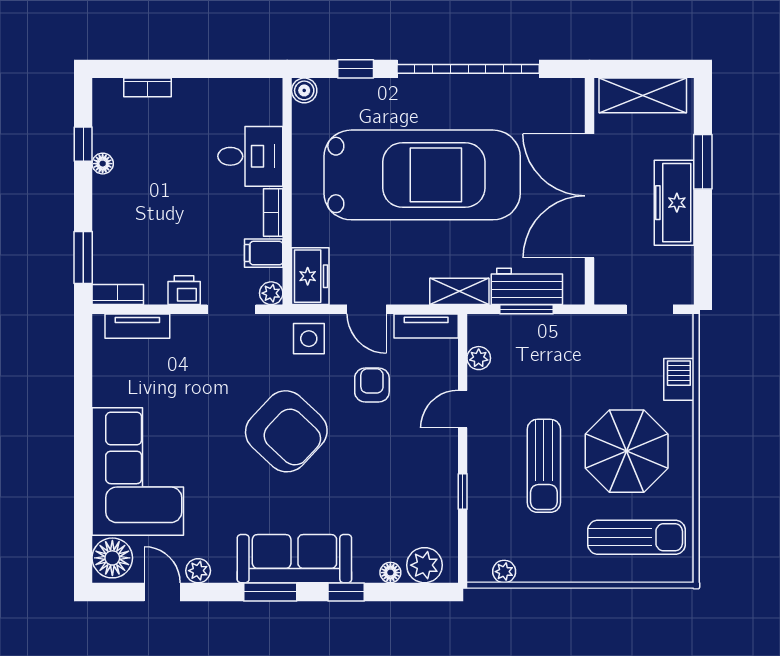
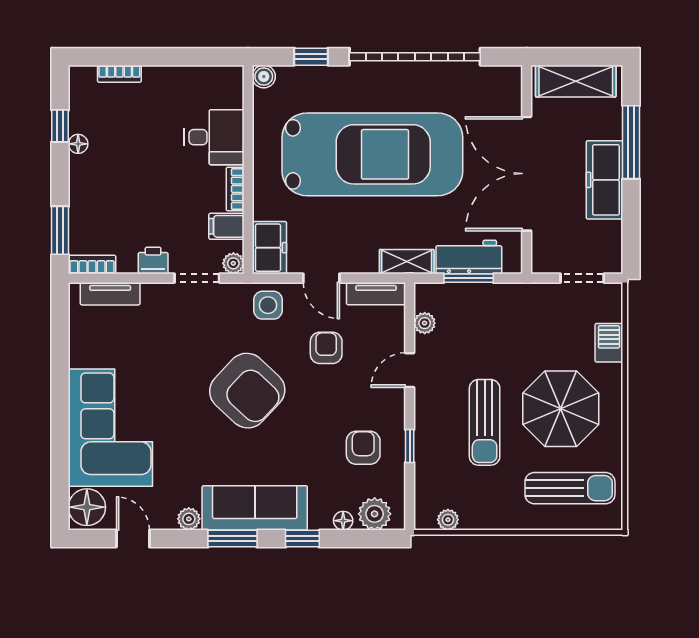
window: (703, 162) -> (631, 142), width x1.44
armchair: (412, 493) -> (363, 448), added
plant: (198, 571) -> (189, 519), moved

